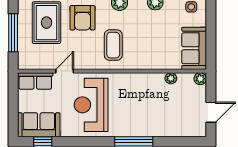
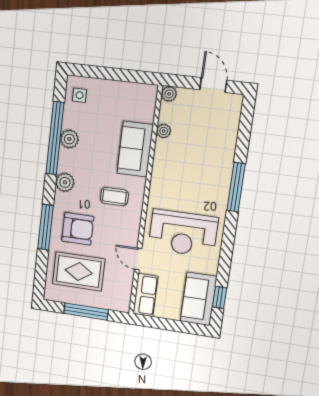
coffee table: (113, 45) -> (114, 197), width x0.73, depth x0.77
sofa: (194, 48) -> (135, 149), moved, turned 90

